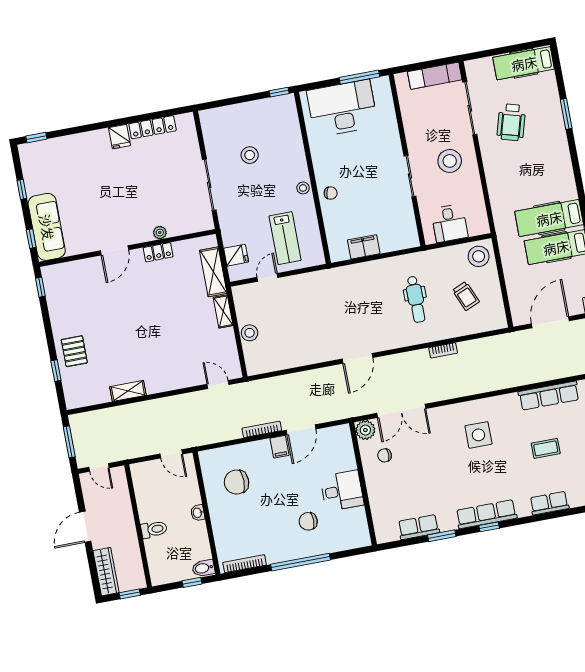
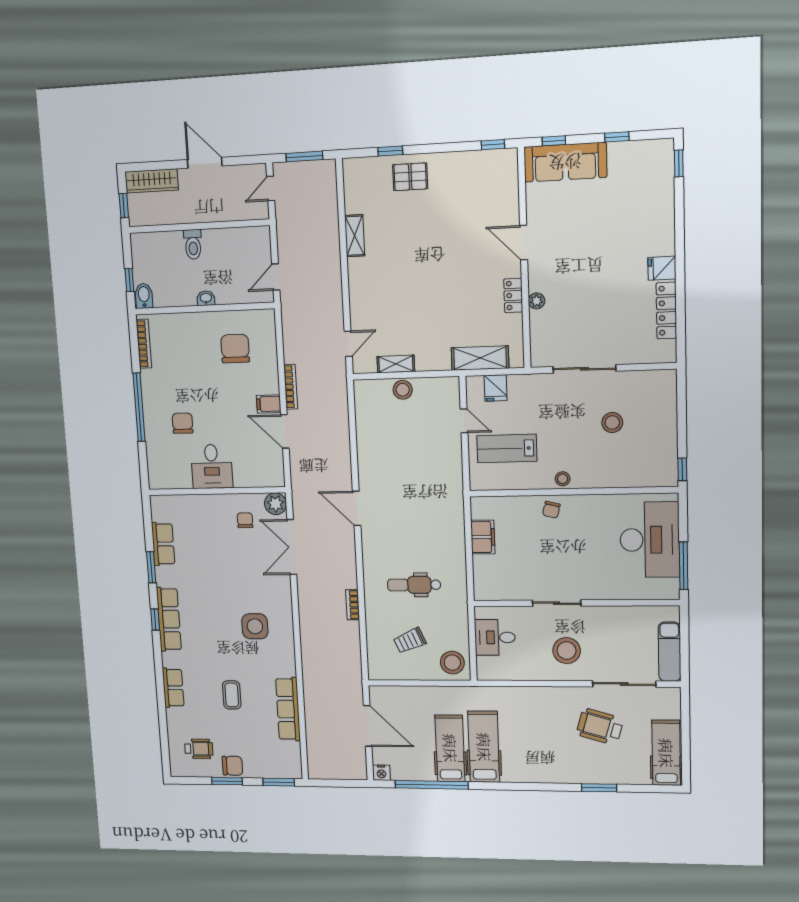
shelving: (223, 311) -> (396, 364), moved

